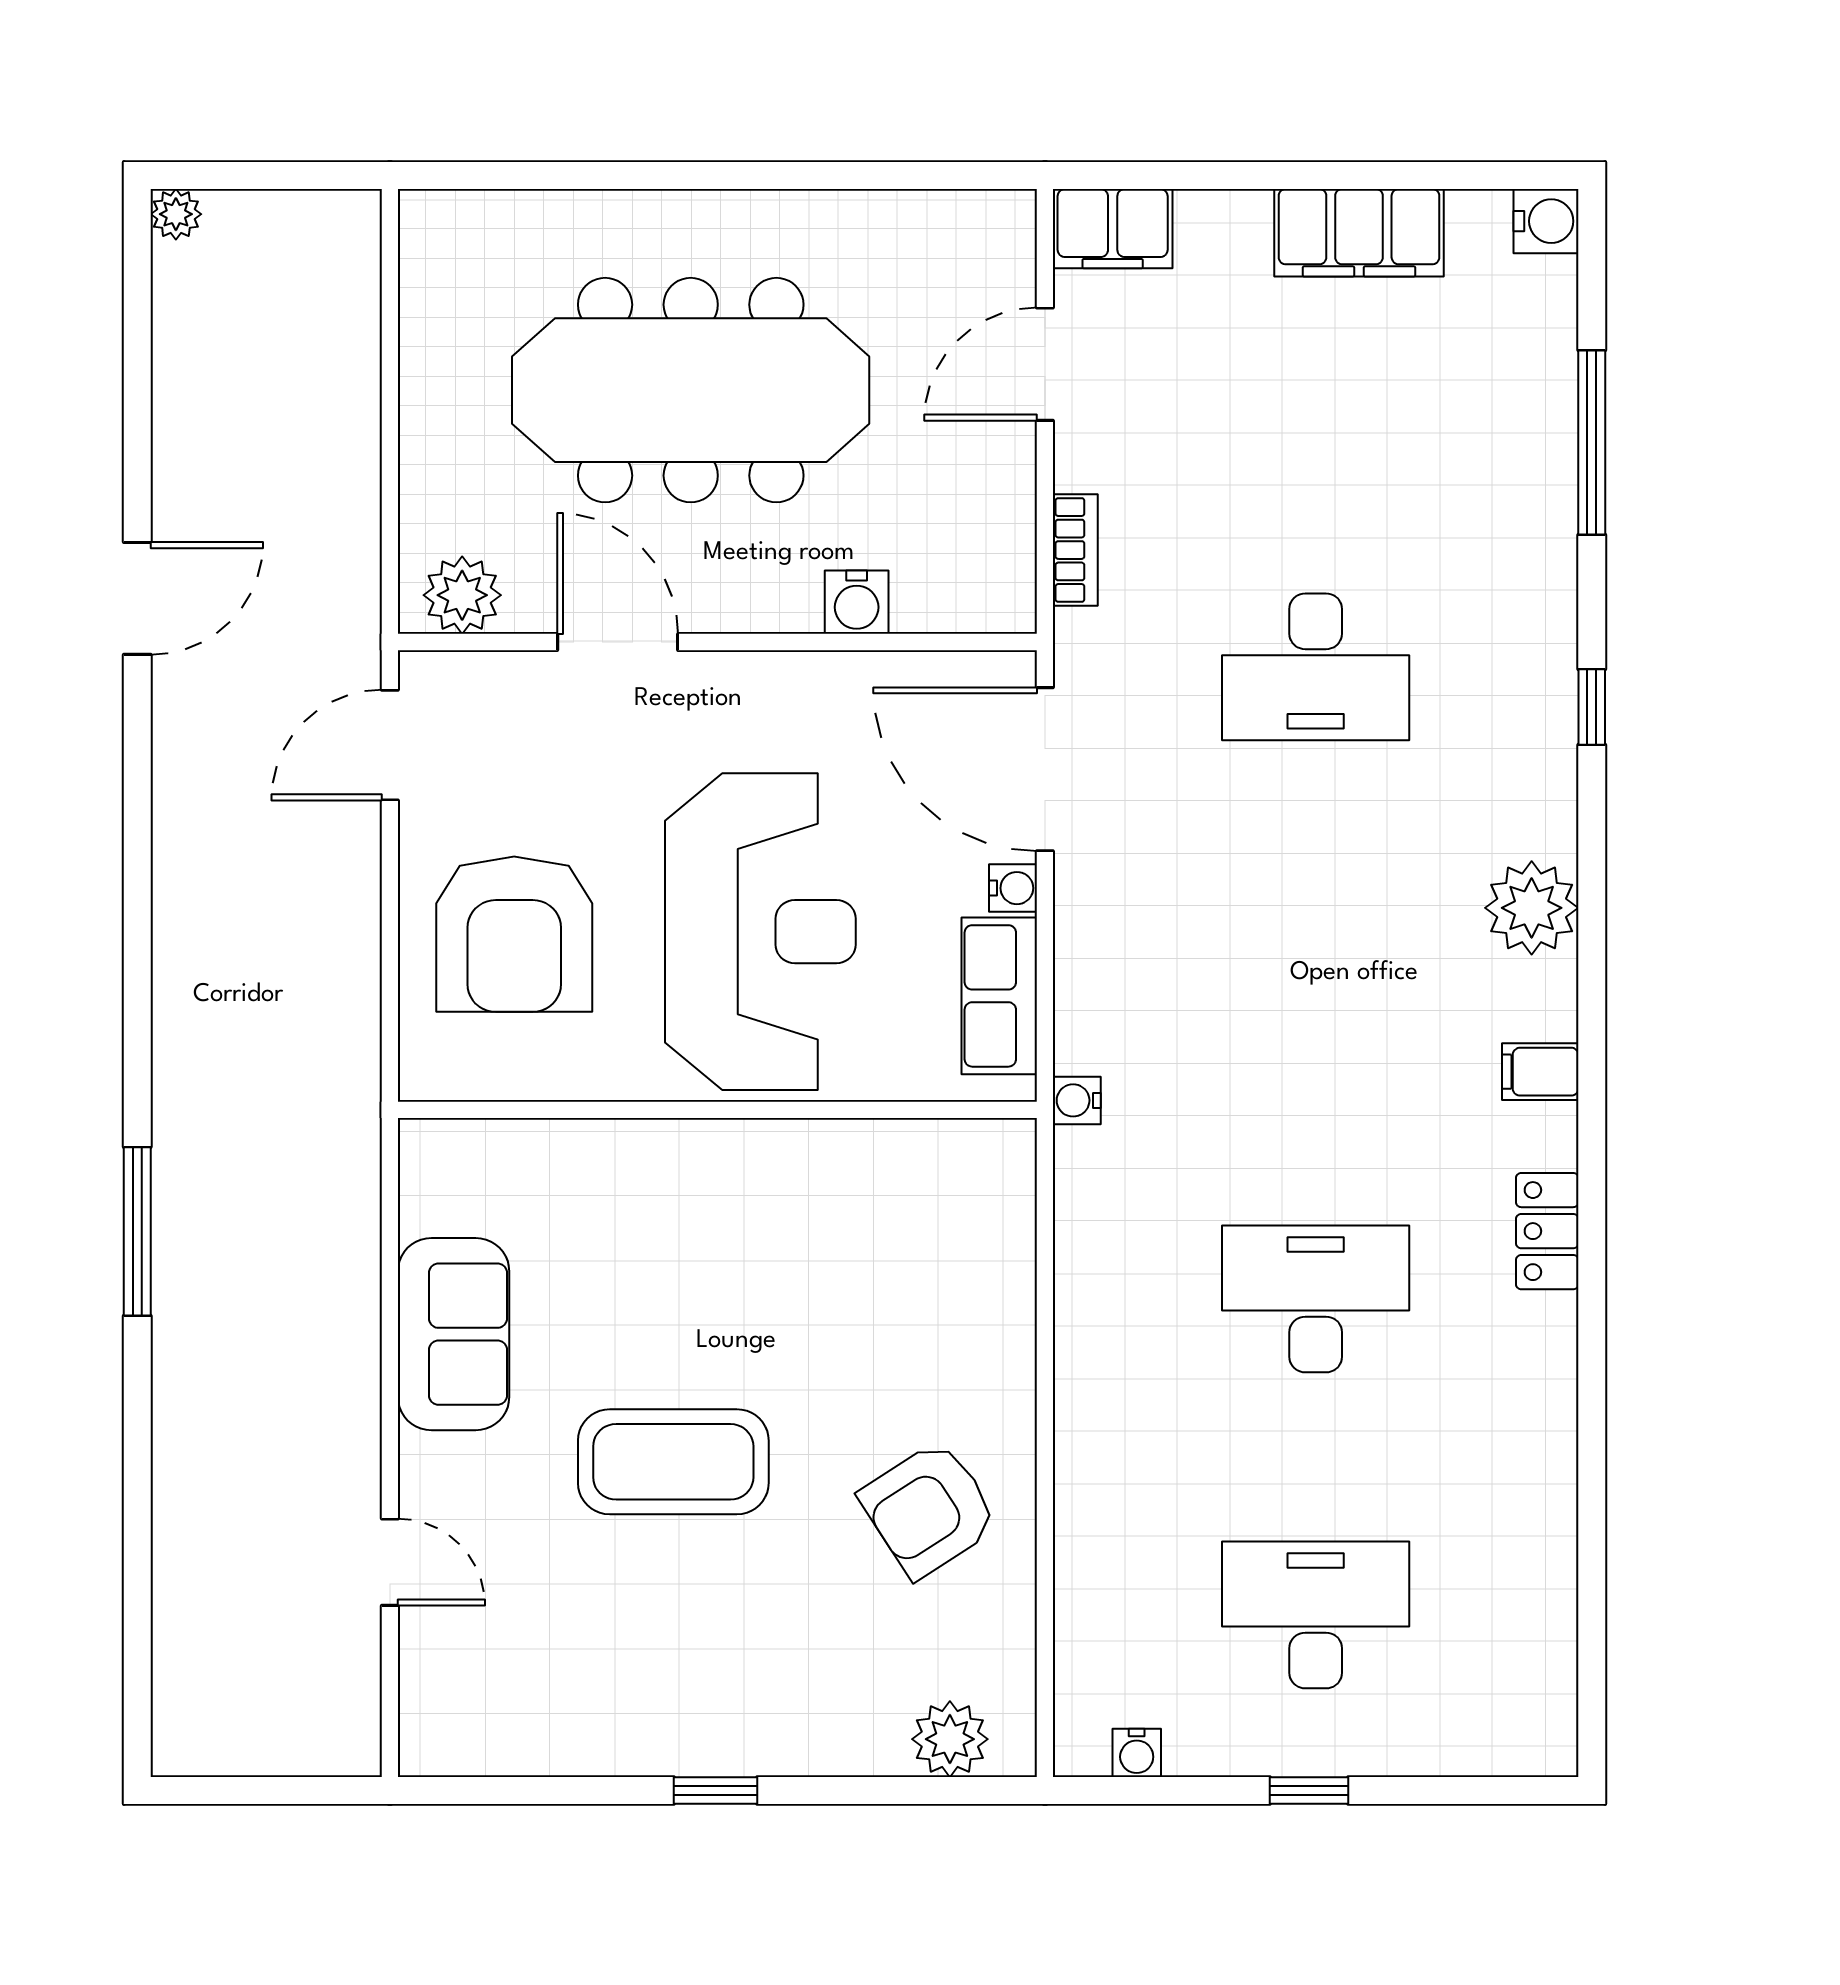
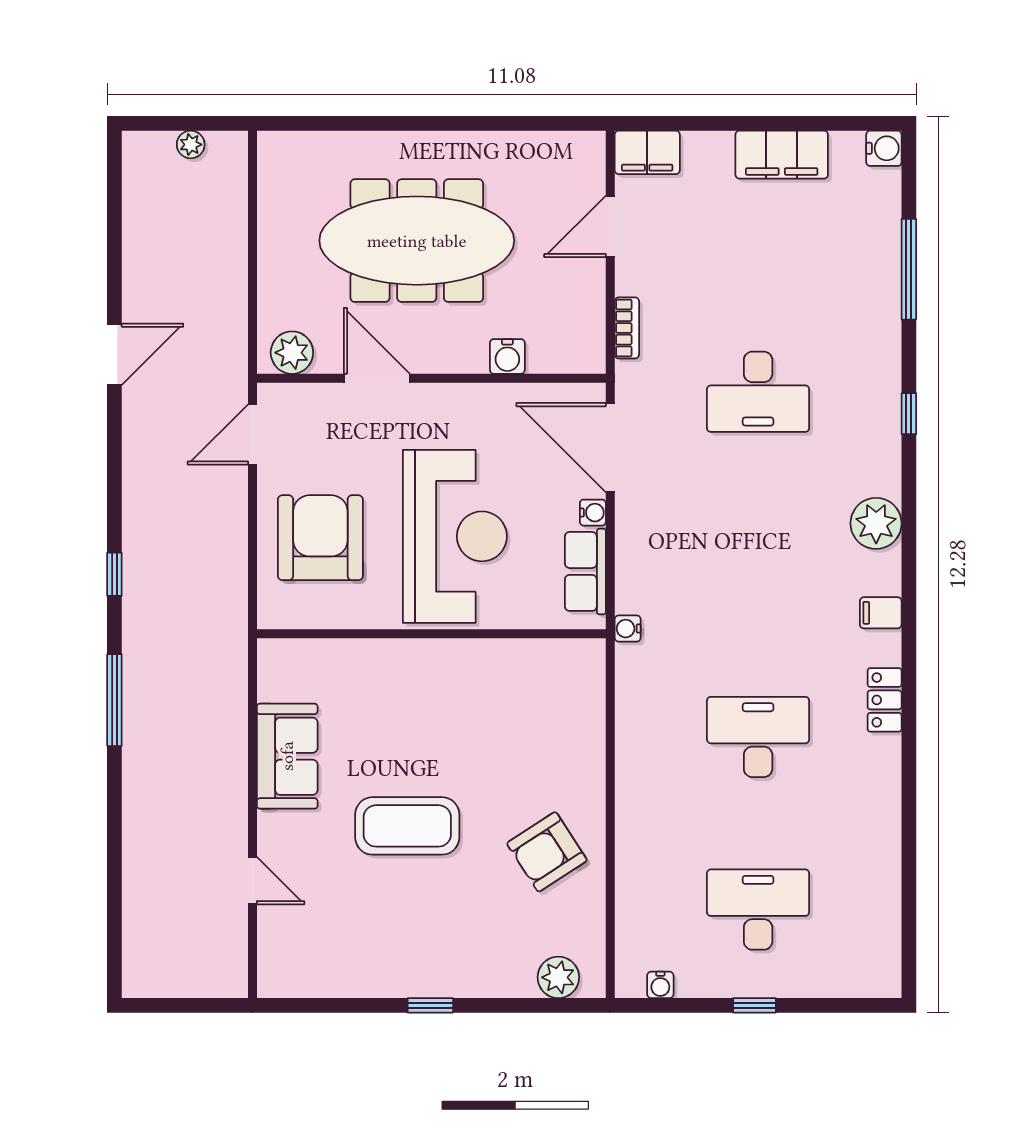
plant: (176, 214) -> (191, 145), moved
armchair: (514, 934) -> (320, 538), turned 180
window: (137, 1001) -> (114, 574), added

